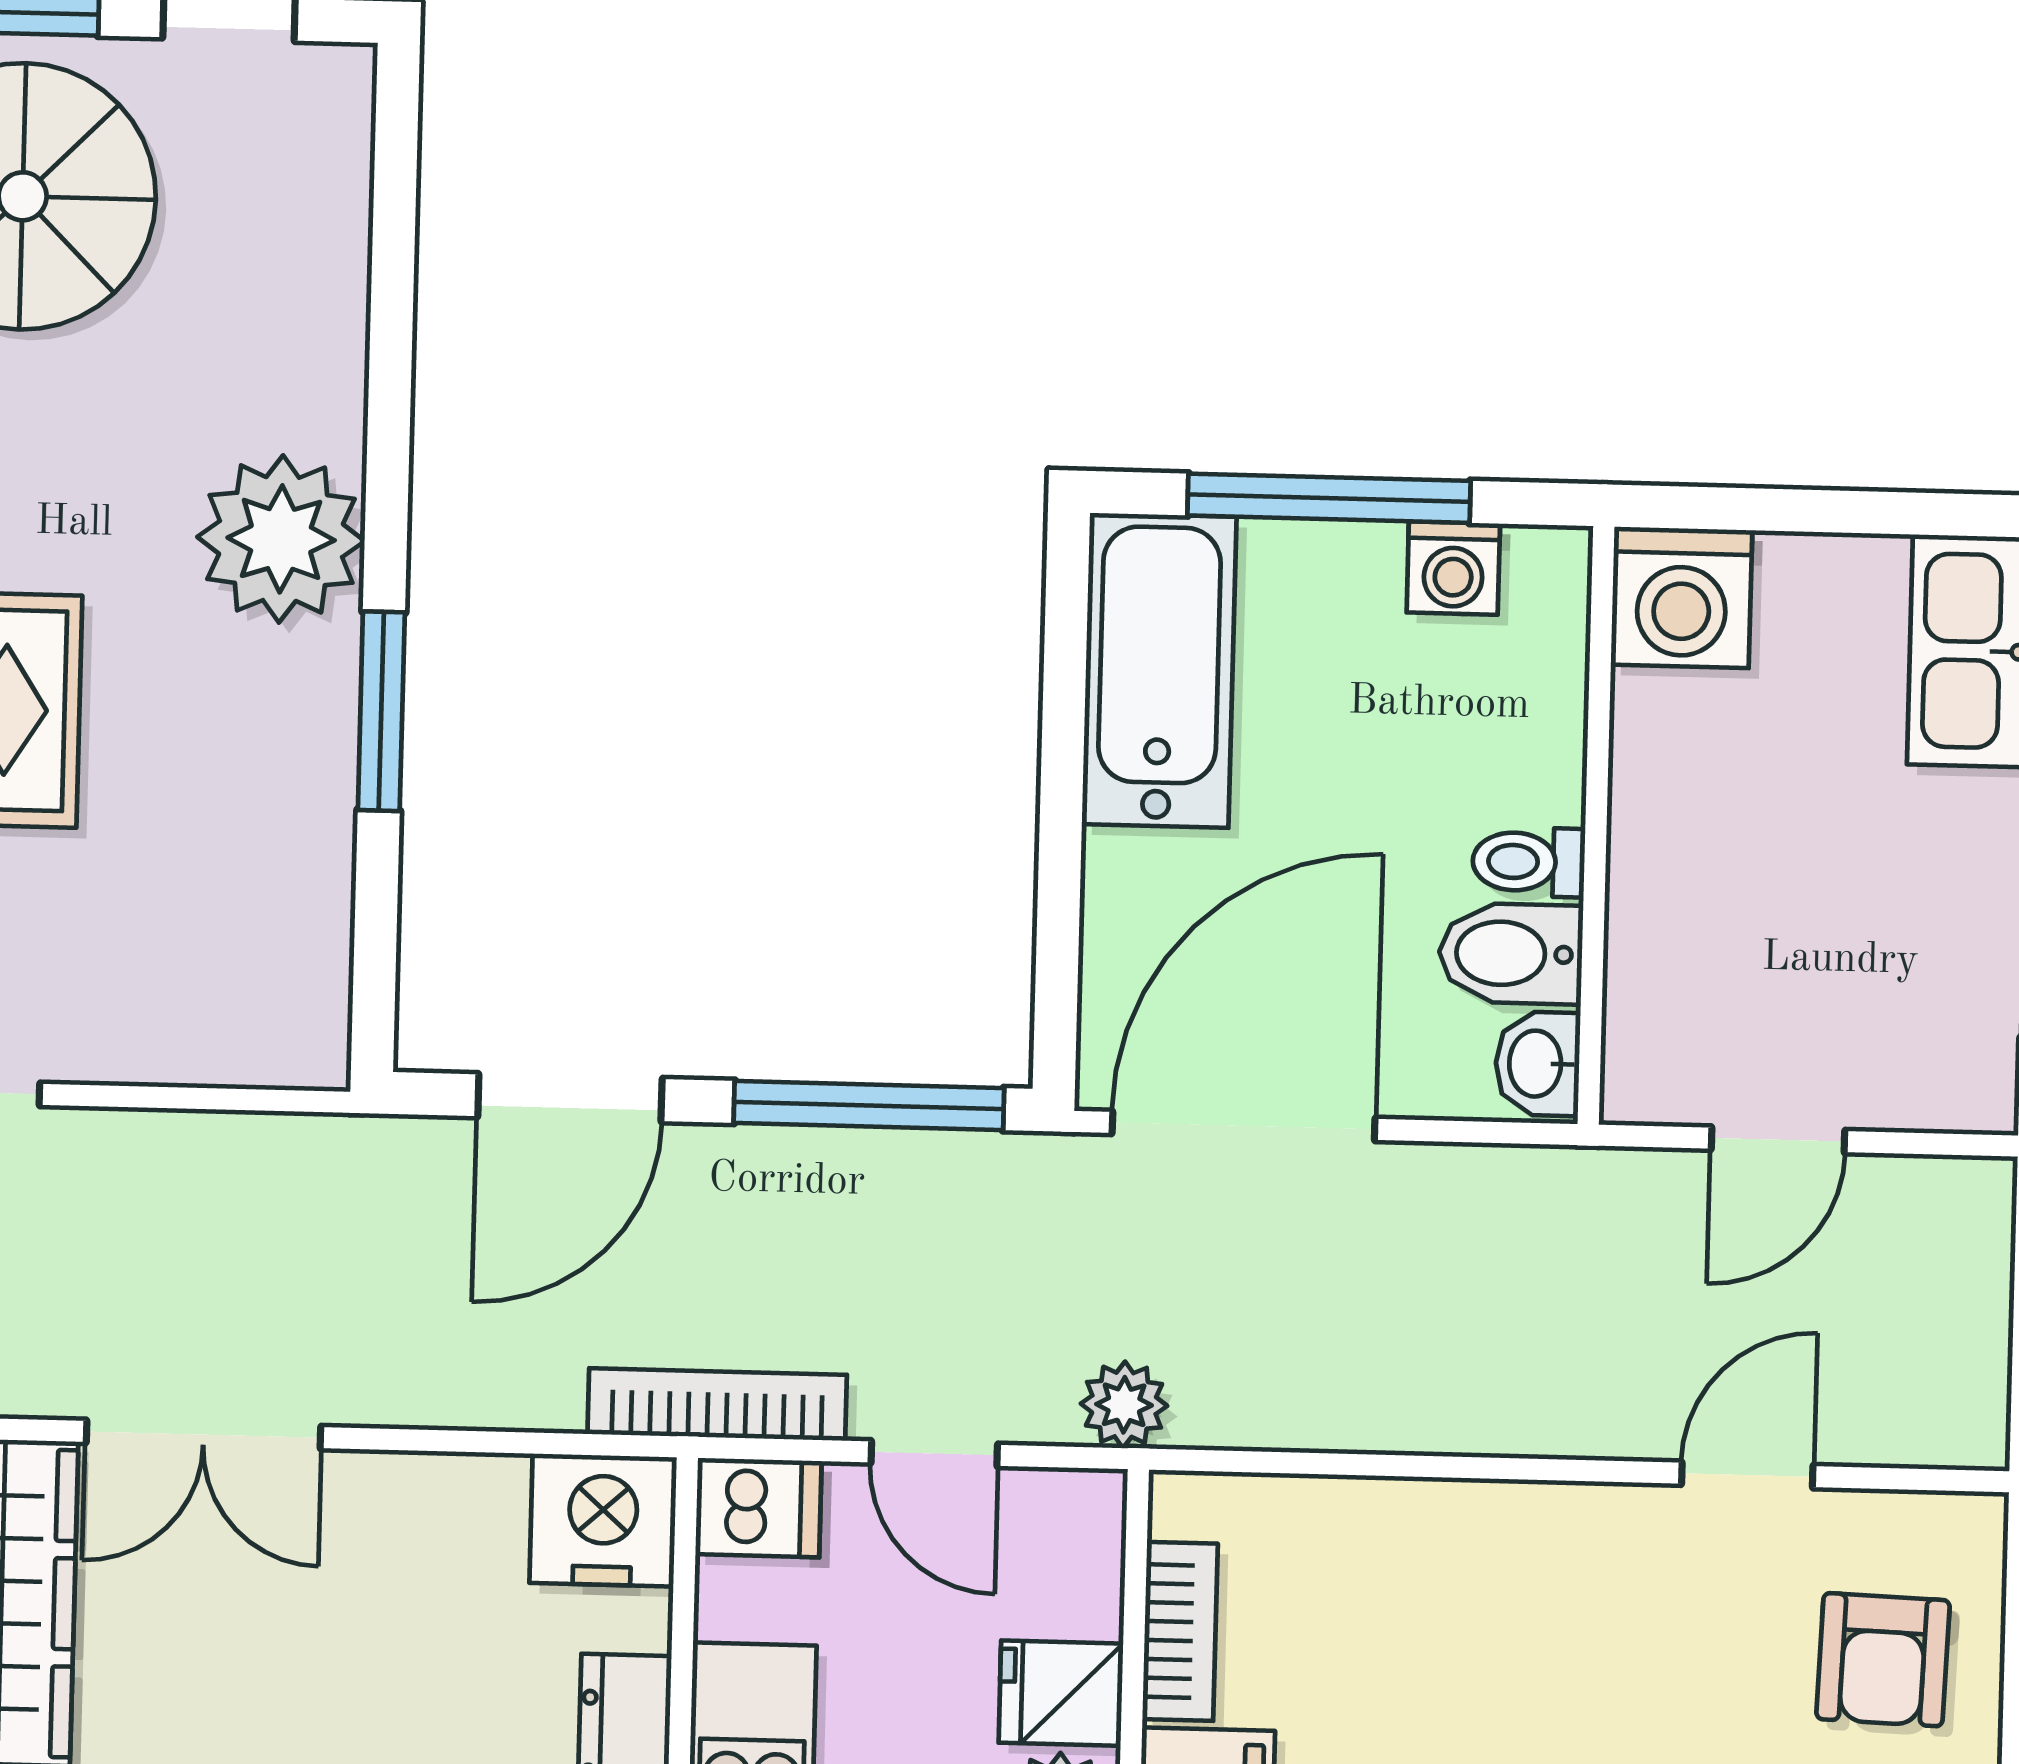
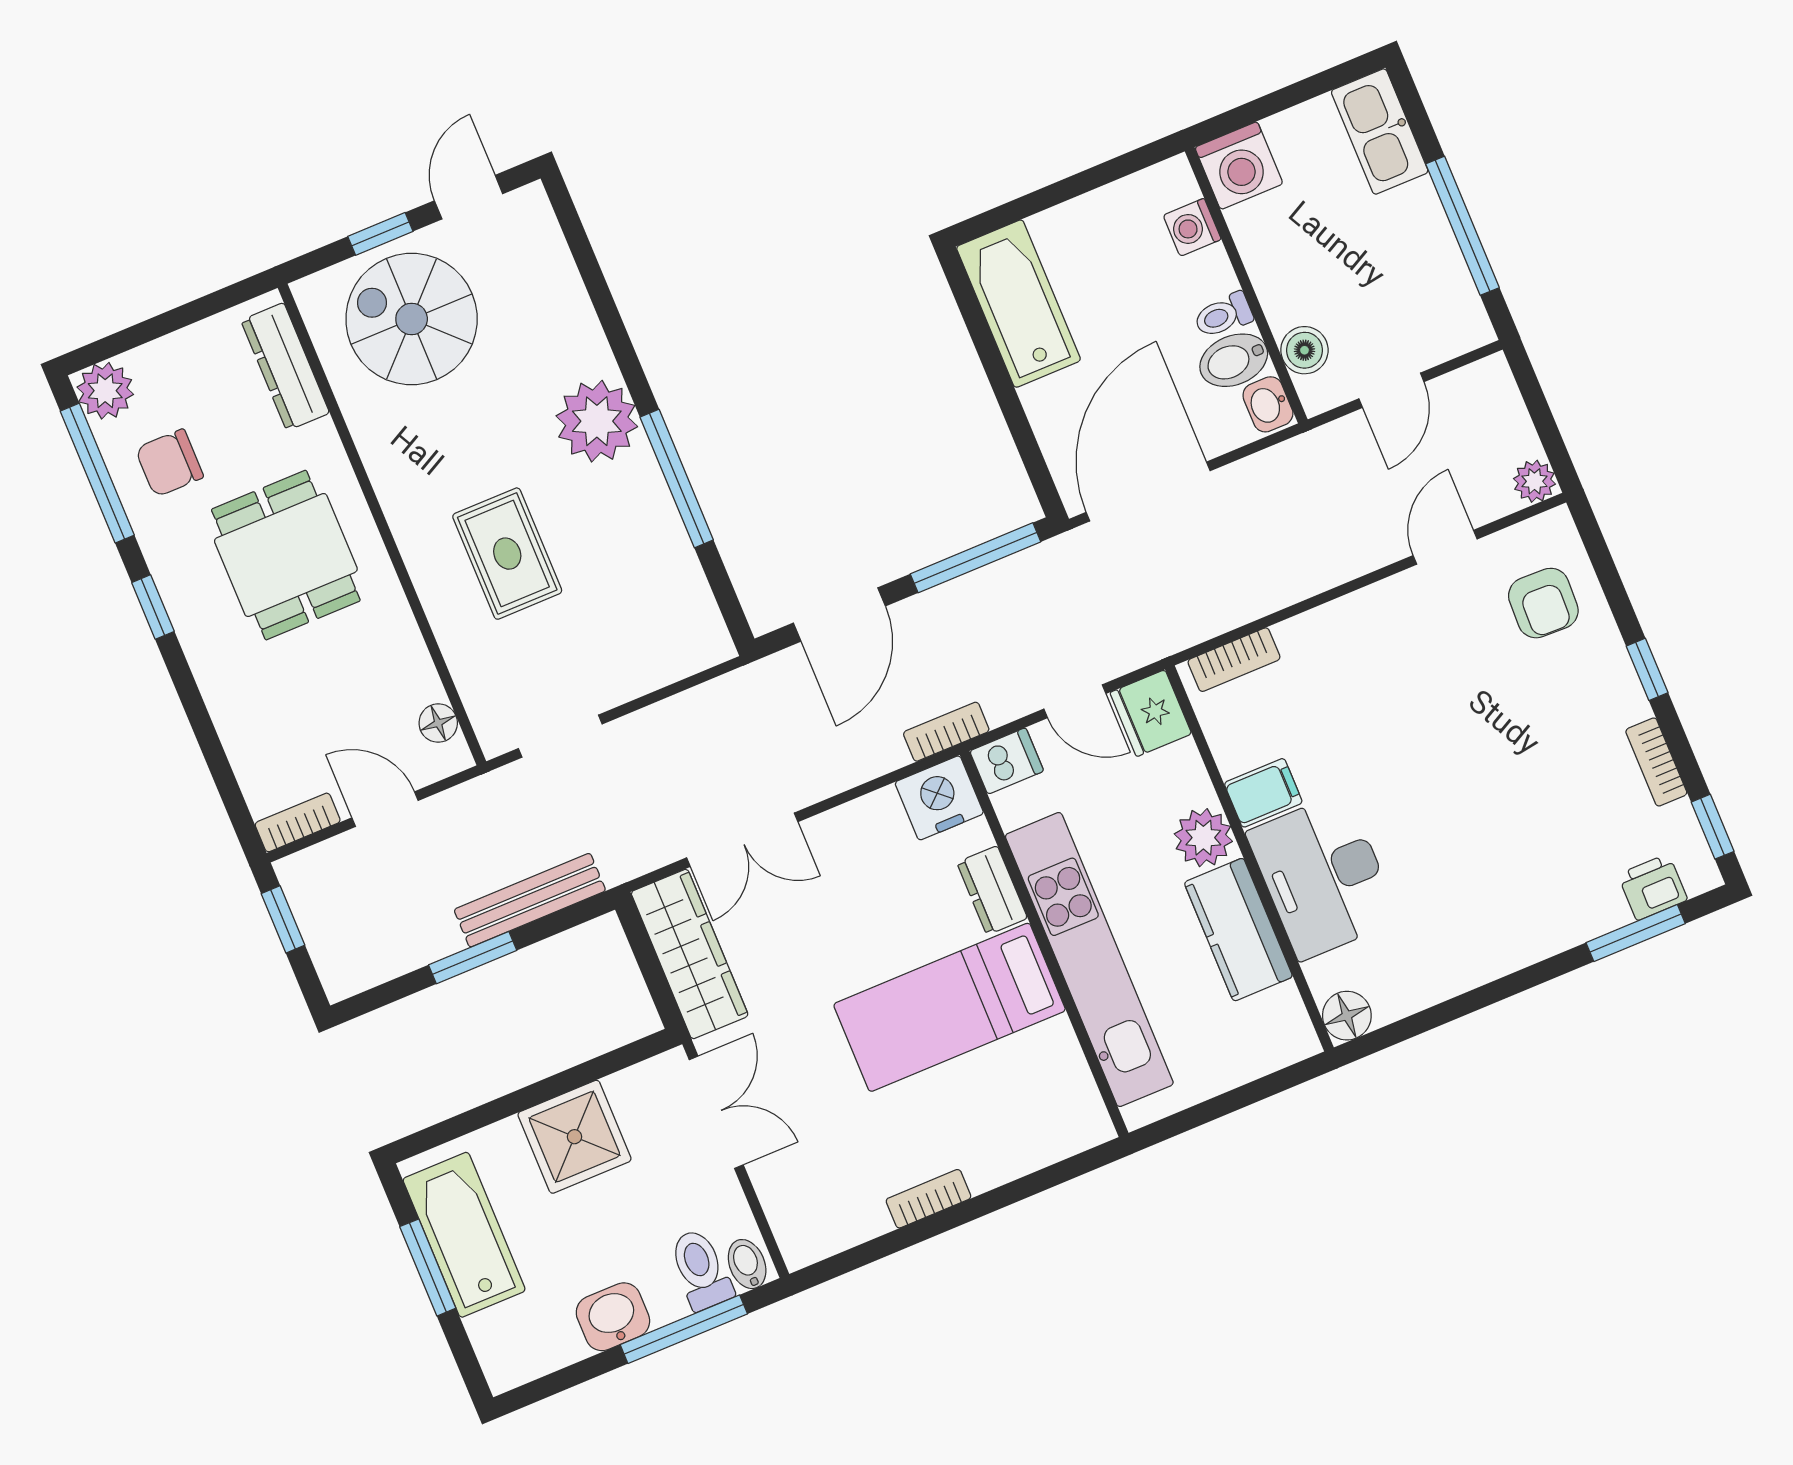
window: (1329, 498) -> (1060, 192), removed
washing machine: (1453, 568) -> (1192, 227), moved, turned 90
window: (381, 711) -> (677, 479), width x1.44
boiler: (1650, 994) -> (1304, 350), added
bookcase: (717, 1404) -> (946, 732), width x0.64
plant: (1124, 1405) -> (1534, 481), moved
bookcase: (1180, 1631) -> (1234, 660), moved, turned 90
fridge: (1061, 1693) -> (1151, 713), moved, width x1.38

